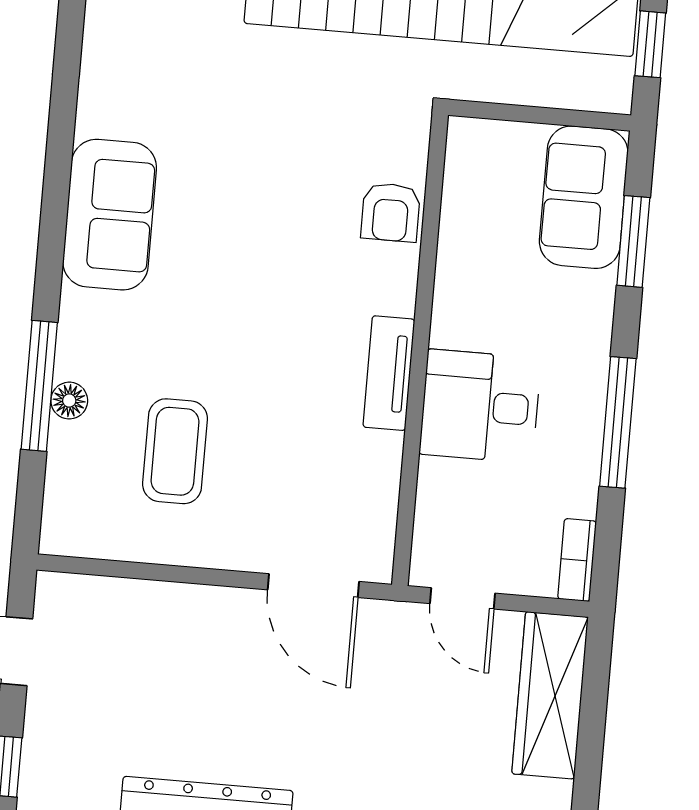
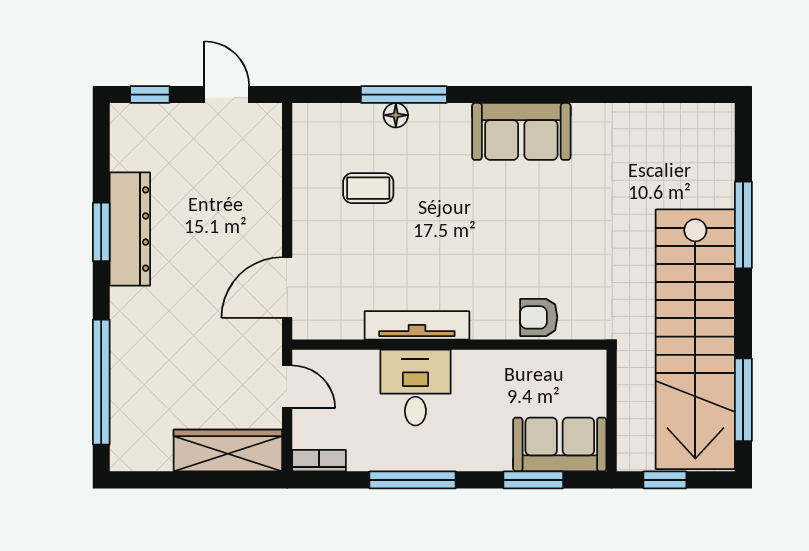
tv unit: (389, 373) -> (417, 325), width x1.41
coffee table: (175, 451) -> (368, 188), width x0.73, depth x0.77
door: (462, 598) -> (287, 387), swing flipped

